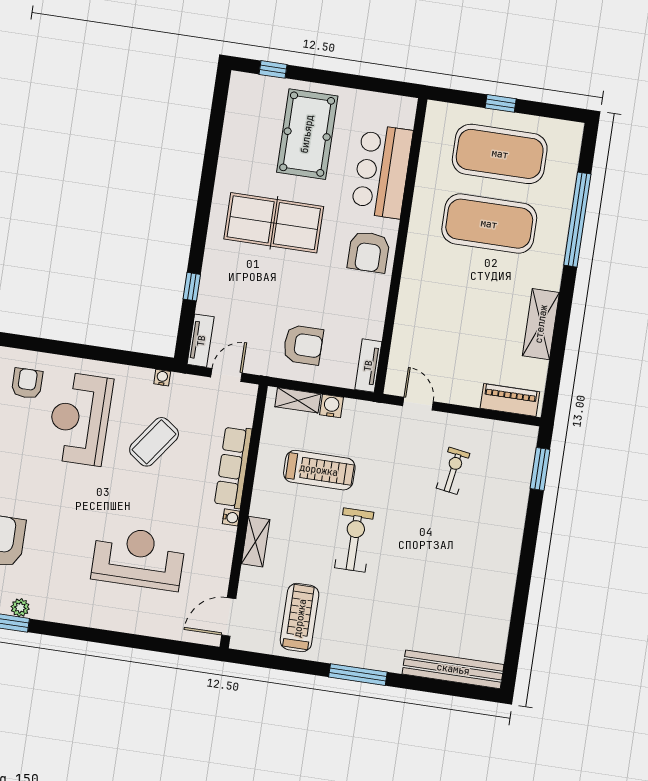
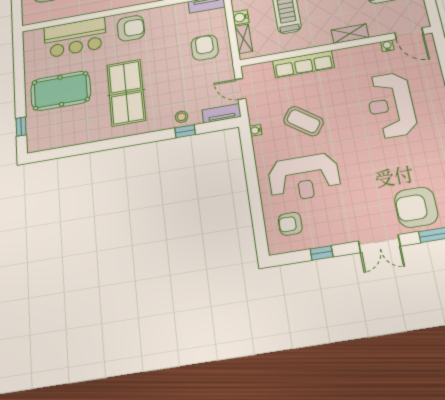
stool: (214, 287) -> (182, 117), added
water cooler: (231, 517) -> (387, 46), moved

